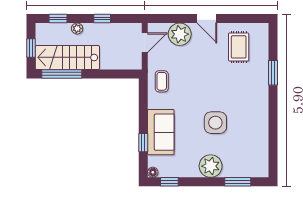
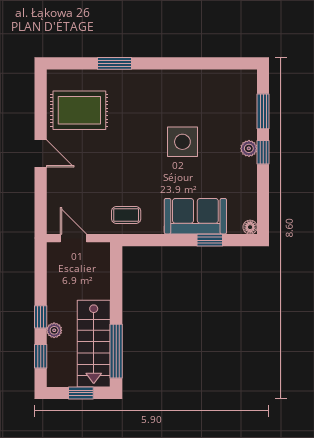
window: (102, 19) -> (41, 317), moved
door: (207, 19) -> (41, 153), hinge flipped
plant: (180, 34) -> (62, 190), removed
rug: (239, 47) -> (79, 110), width x1.36, depth x1.43
plant: (211, 166) -> (249, 148), width x0.53, depth x0.53
window: (169, 182) -> (263, 152), moved

